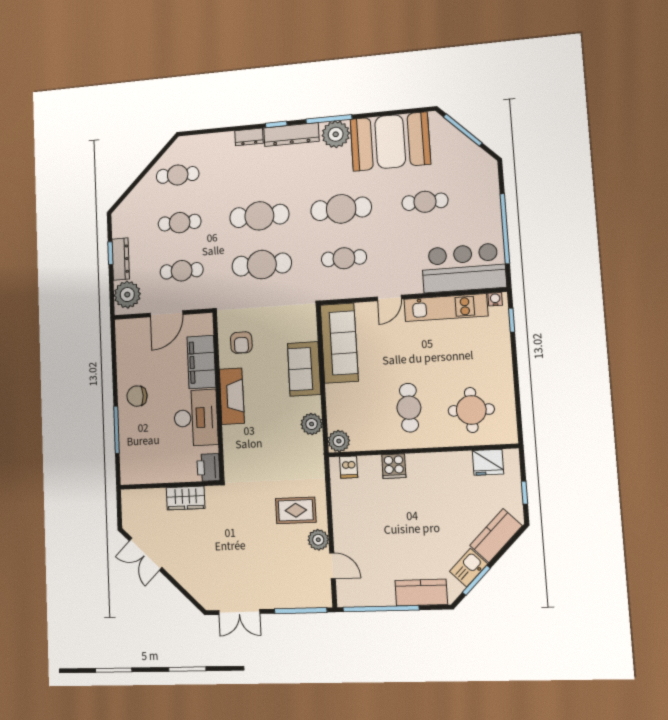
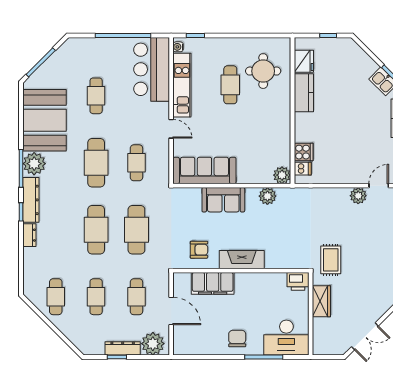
chair: (137, 396) -> (237, 339), turned 180
cafe table: (409, 408) -> (230, 85), moved, turned 90
desk: (196, 418) -> (286, 338), moved, turned 180
cooker: (394, 466) -> (304, 152), moved
rug: (296, 510) -> (331, 260), moved
kitchen counter: (496, 536) -> (304, 93), moved, turned -135

